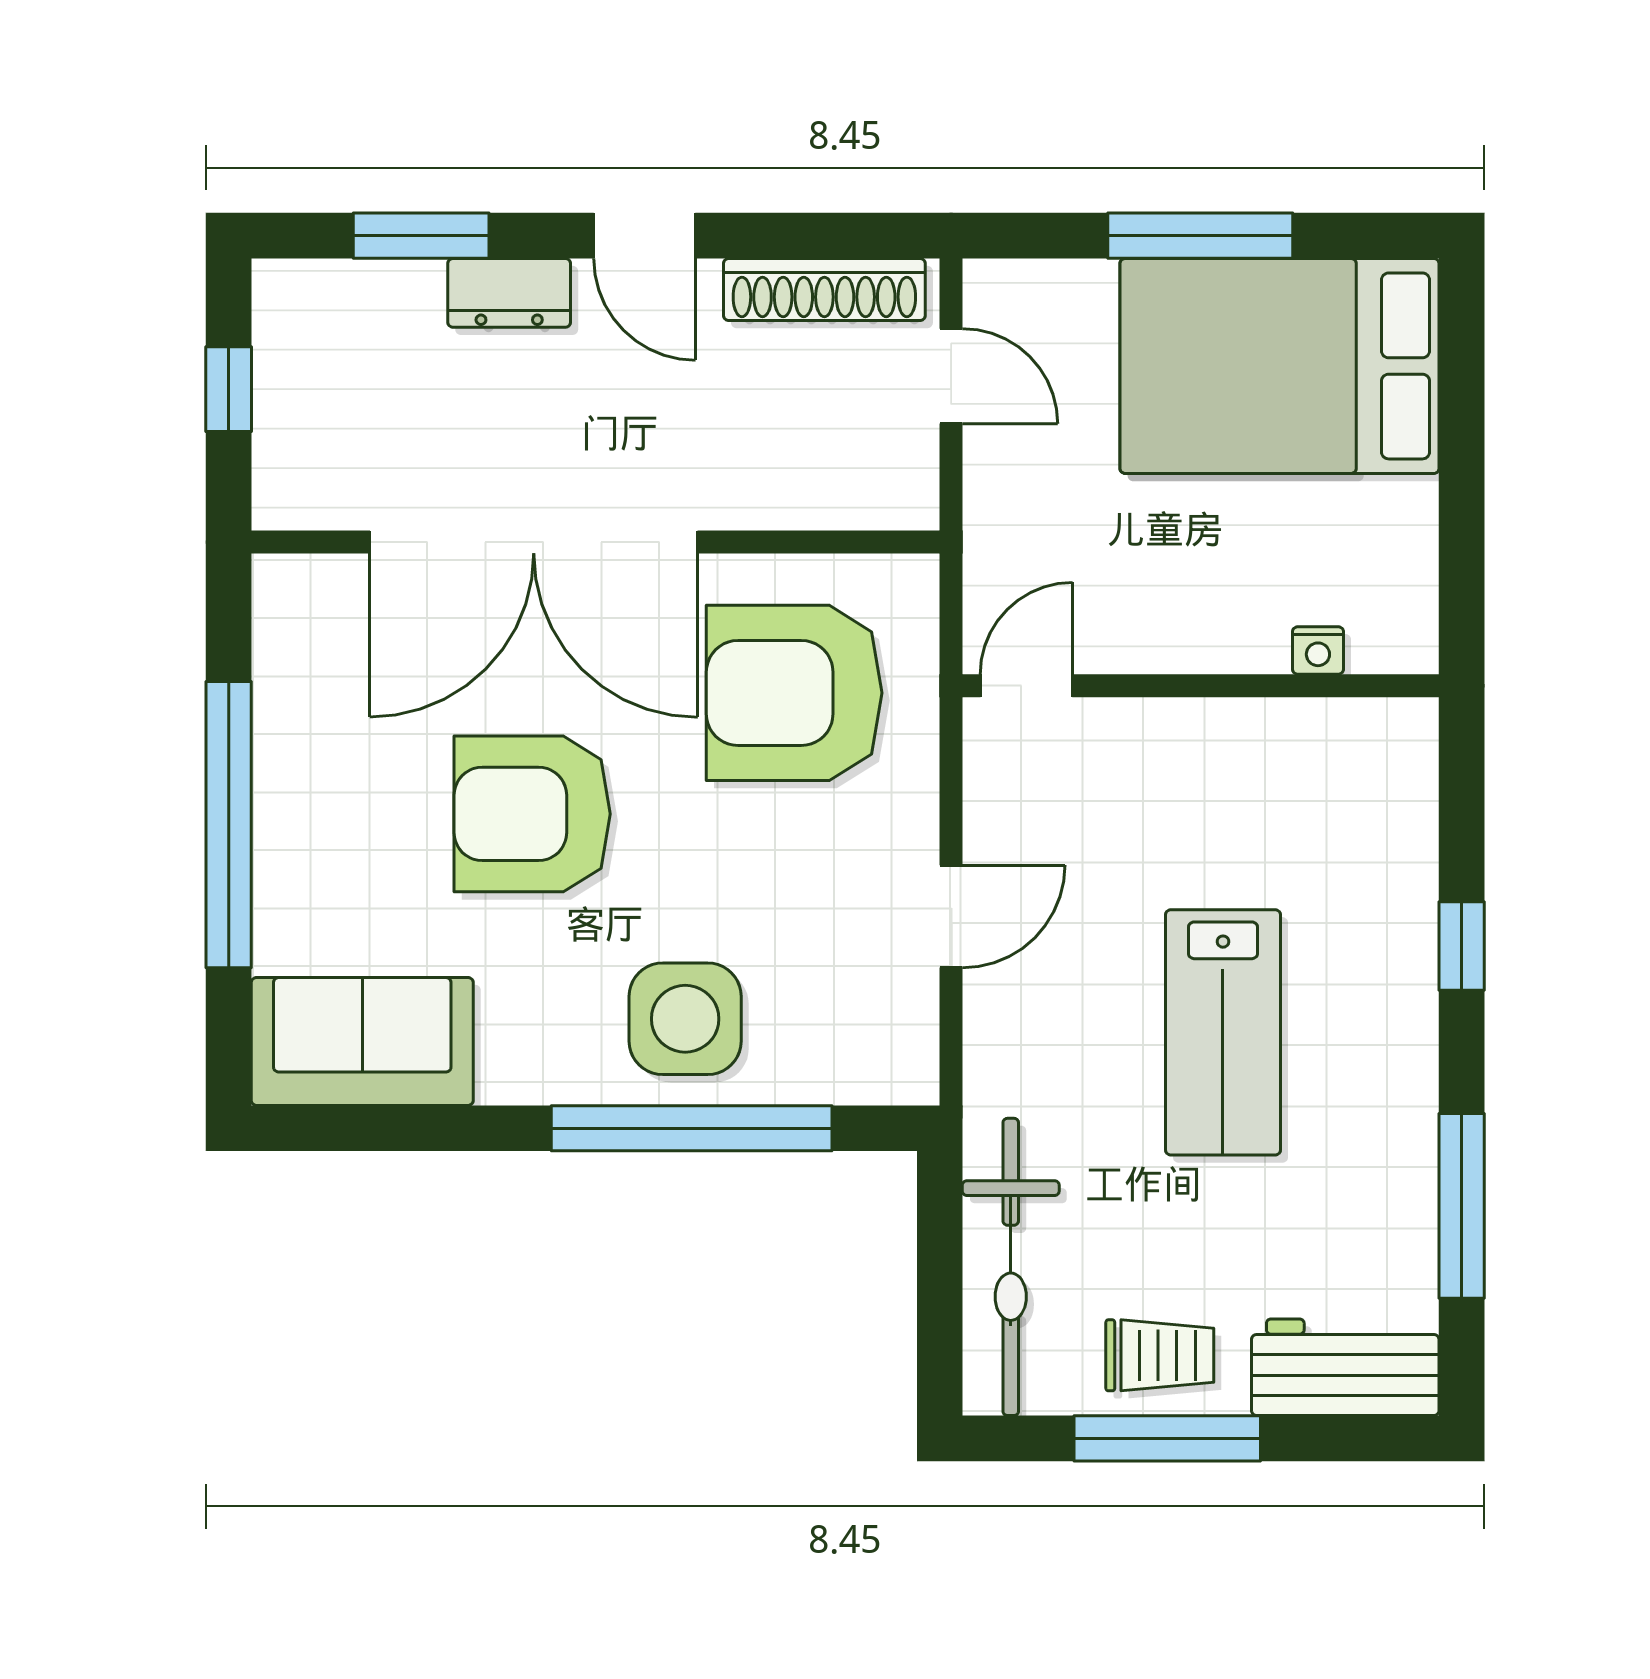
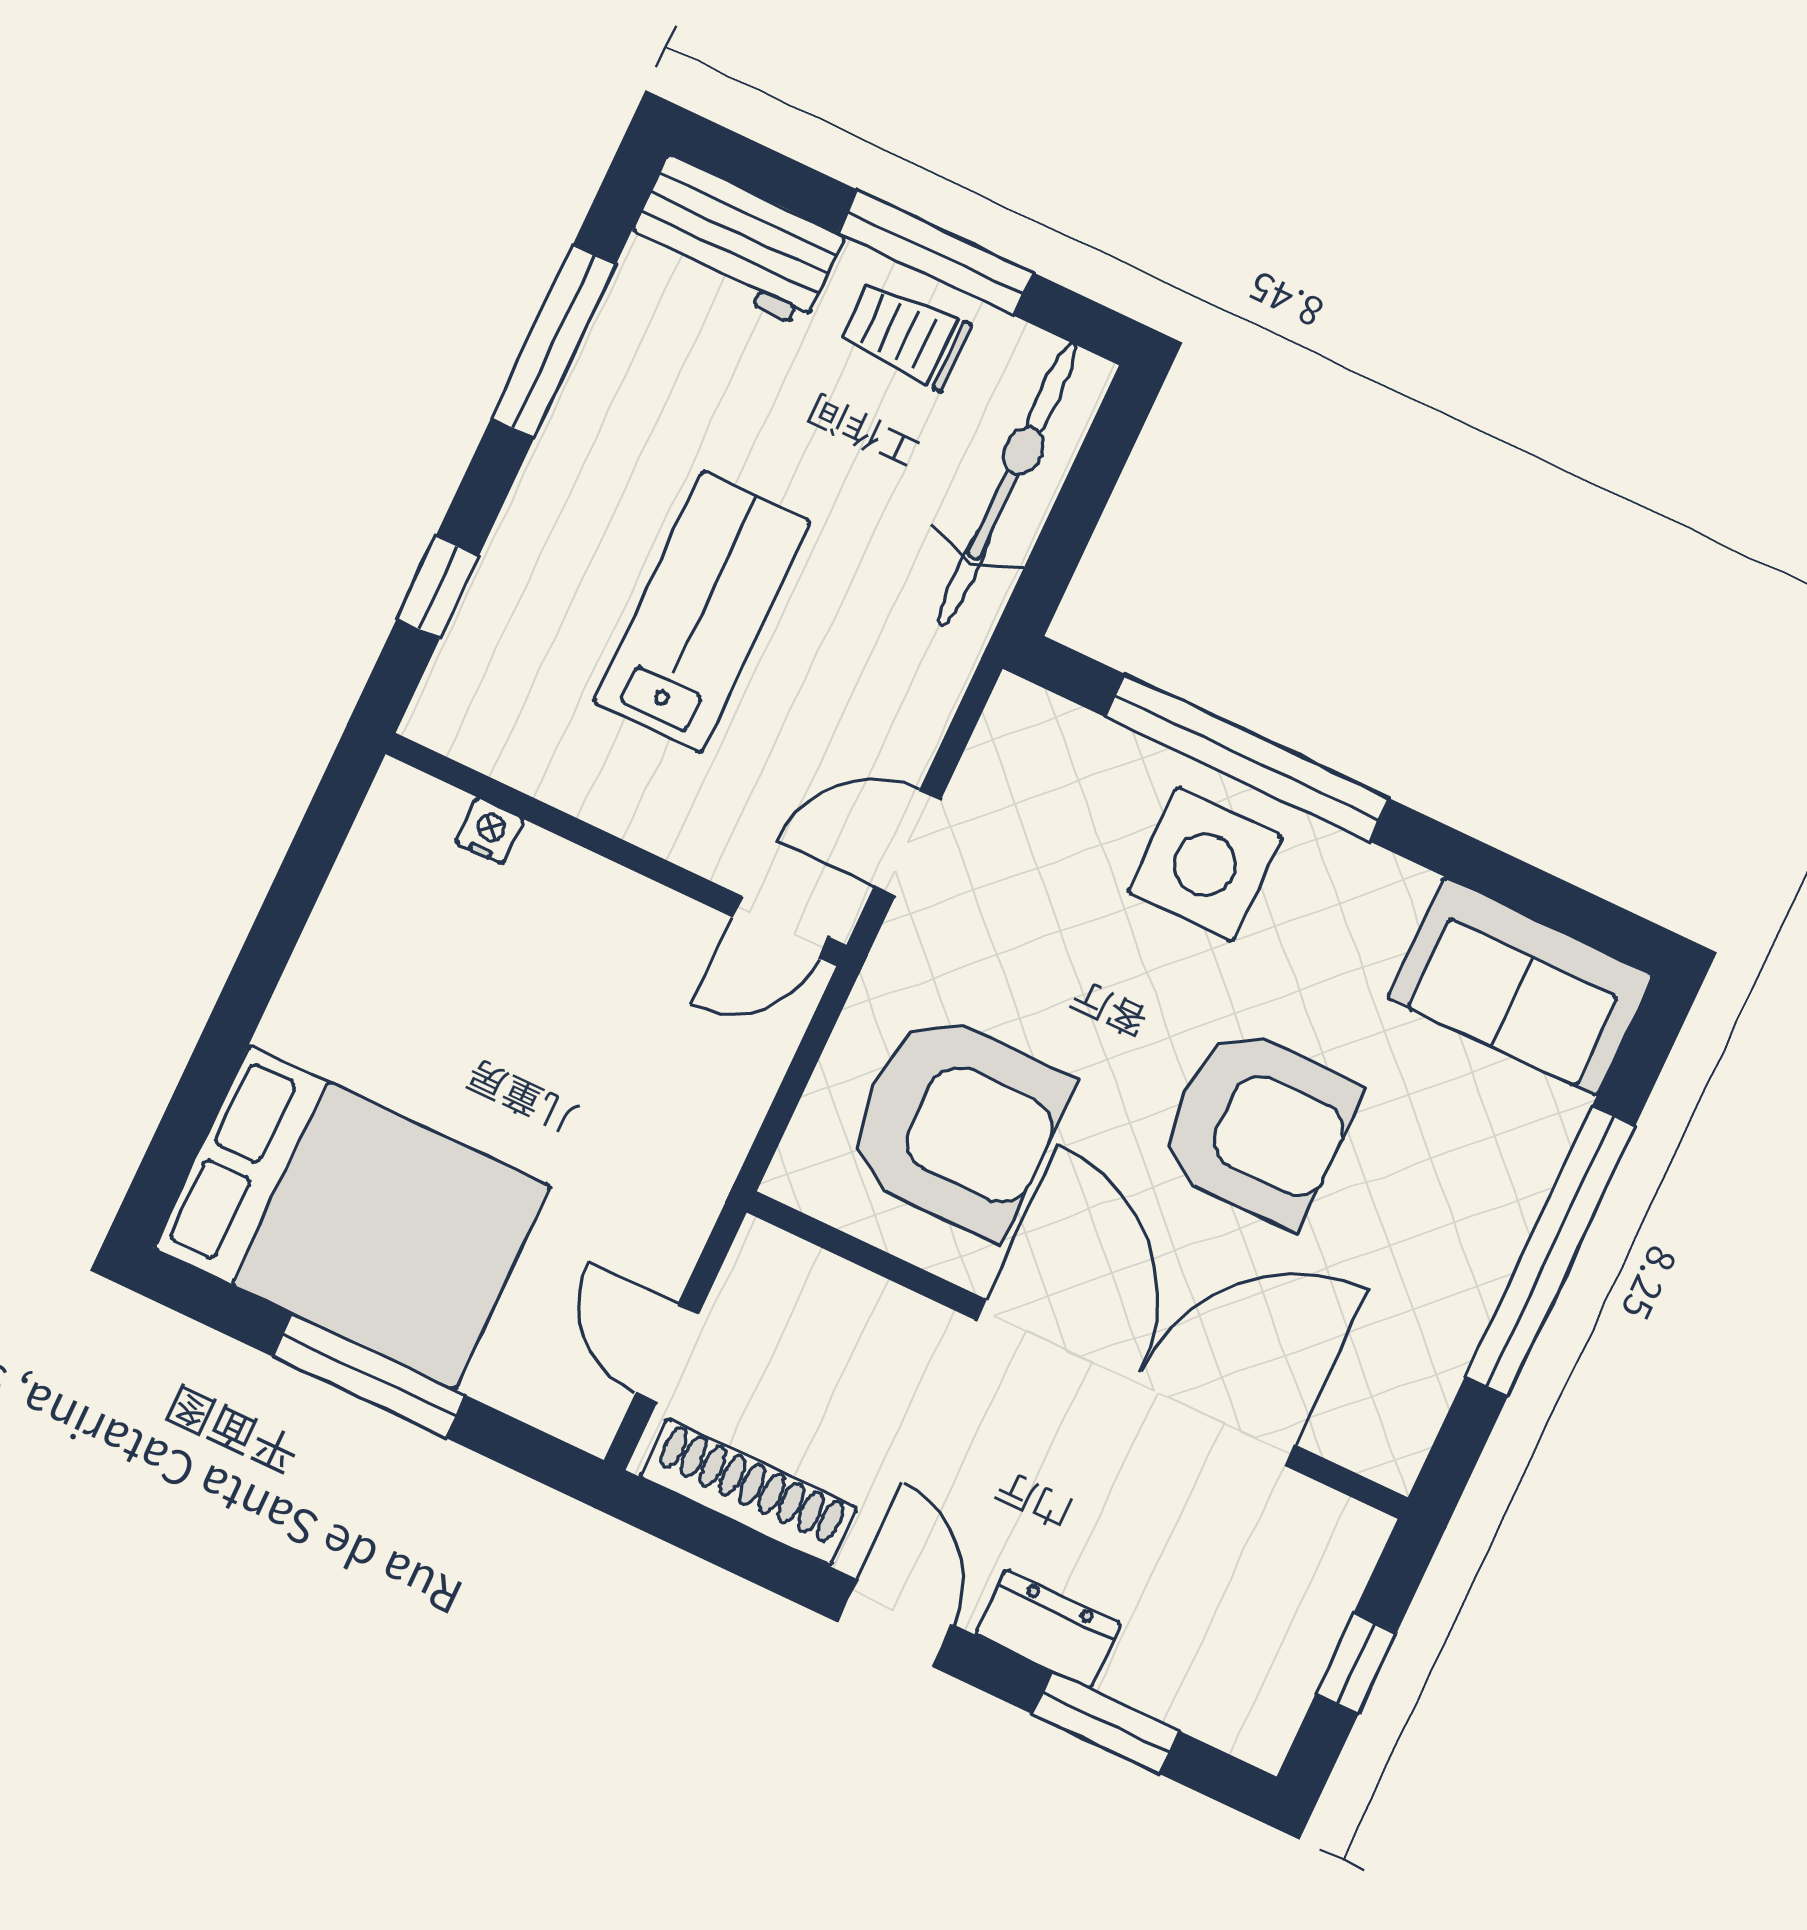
nightstand: (1318, 650) -> (489, 831), moved
door: (1026, 686) -> (781, 927), moved
wall: (1201, 686) -> (616, 850), moved

